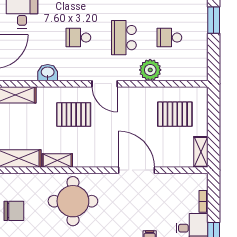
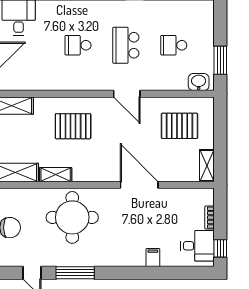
window: (214, 20) -> (220, 60), moved
plant: (150, 70) -> (154, 79), removed
washbasin: (48, 73) -> (199, 82), moved
door: (105, 84) -> (127, 94), moved

